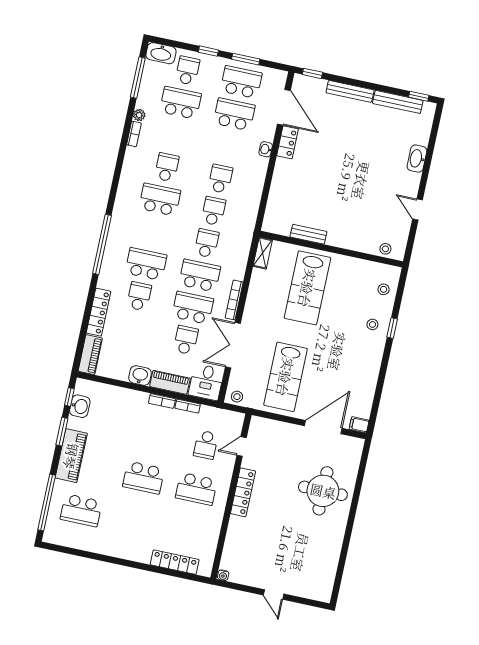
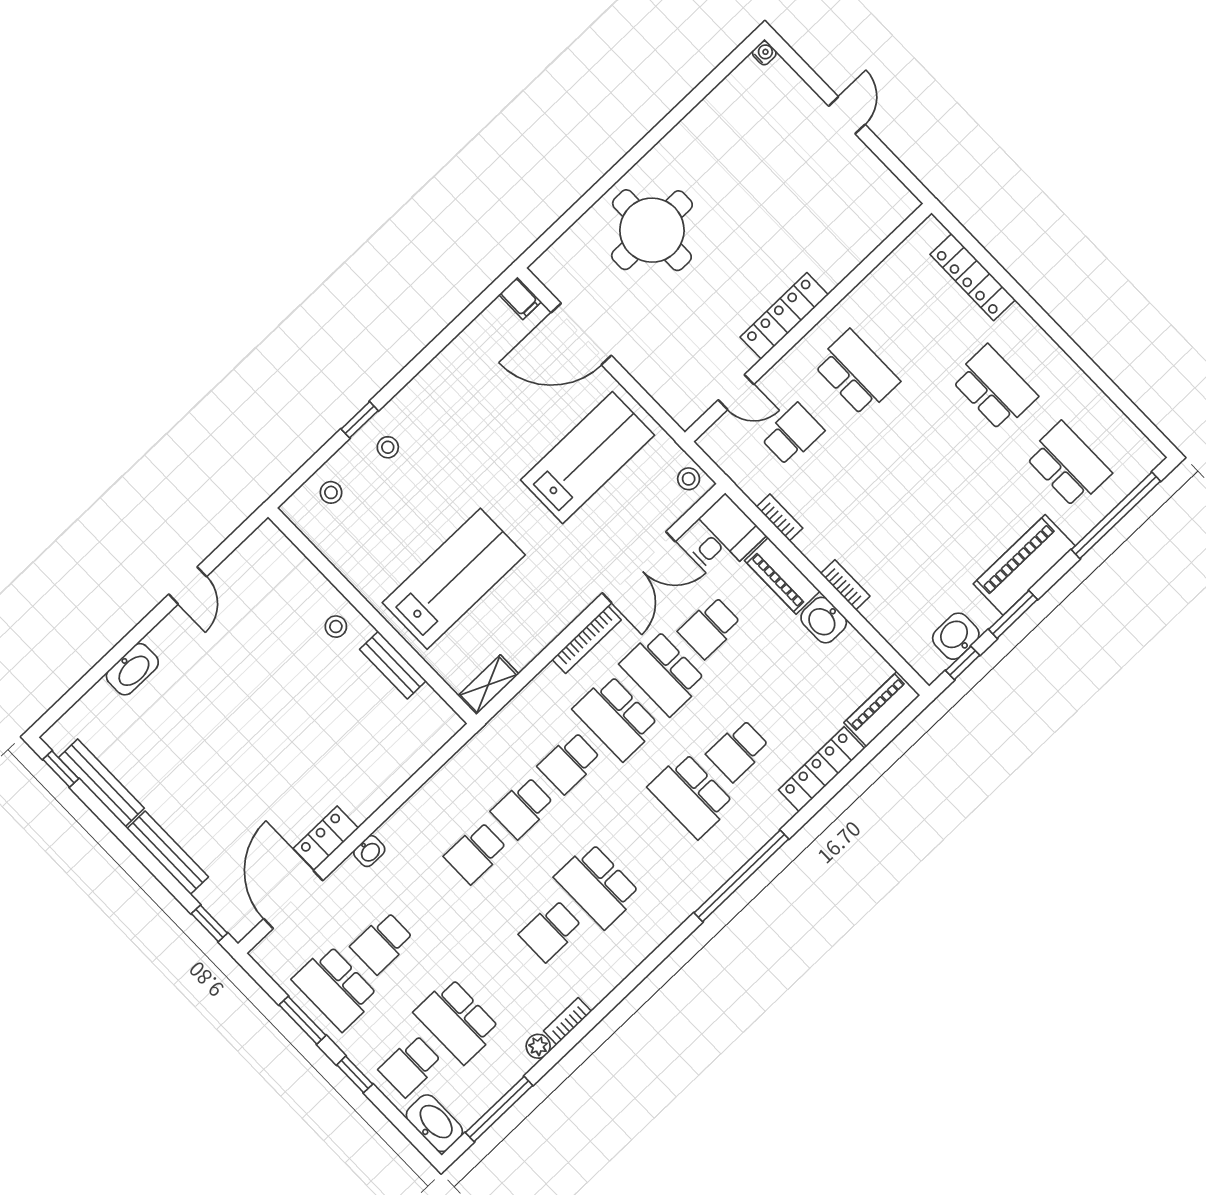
school desk: (234, 114) -> (382, 943), width x0.54
stool: (385, 249) -> (336, 627), moved
bookcase: (162, 401) -> (845, 585), moved
school desk: (143, 478) -> (994, 388), moved
water cooler: (223, 575) -> (764, 53), moved

